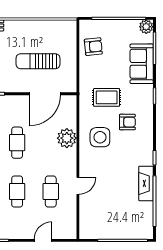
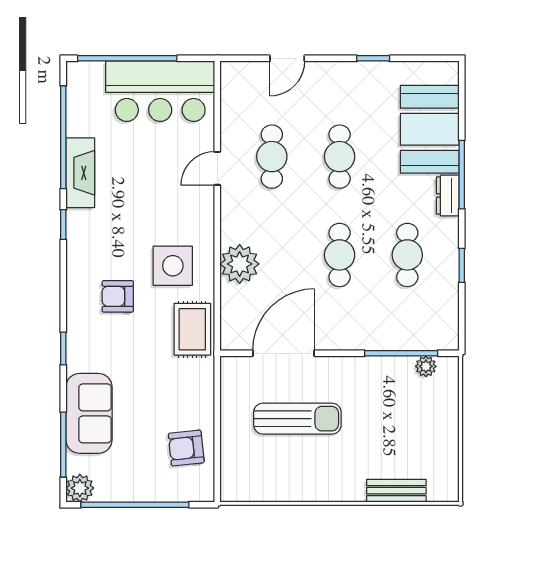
rug: (107, 97) -> (192, 329), moved, turned 90
bar counter: (106, 224) -> (160, 91), added

